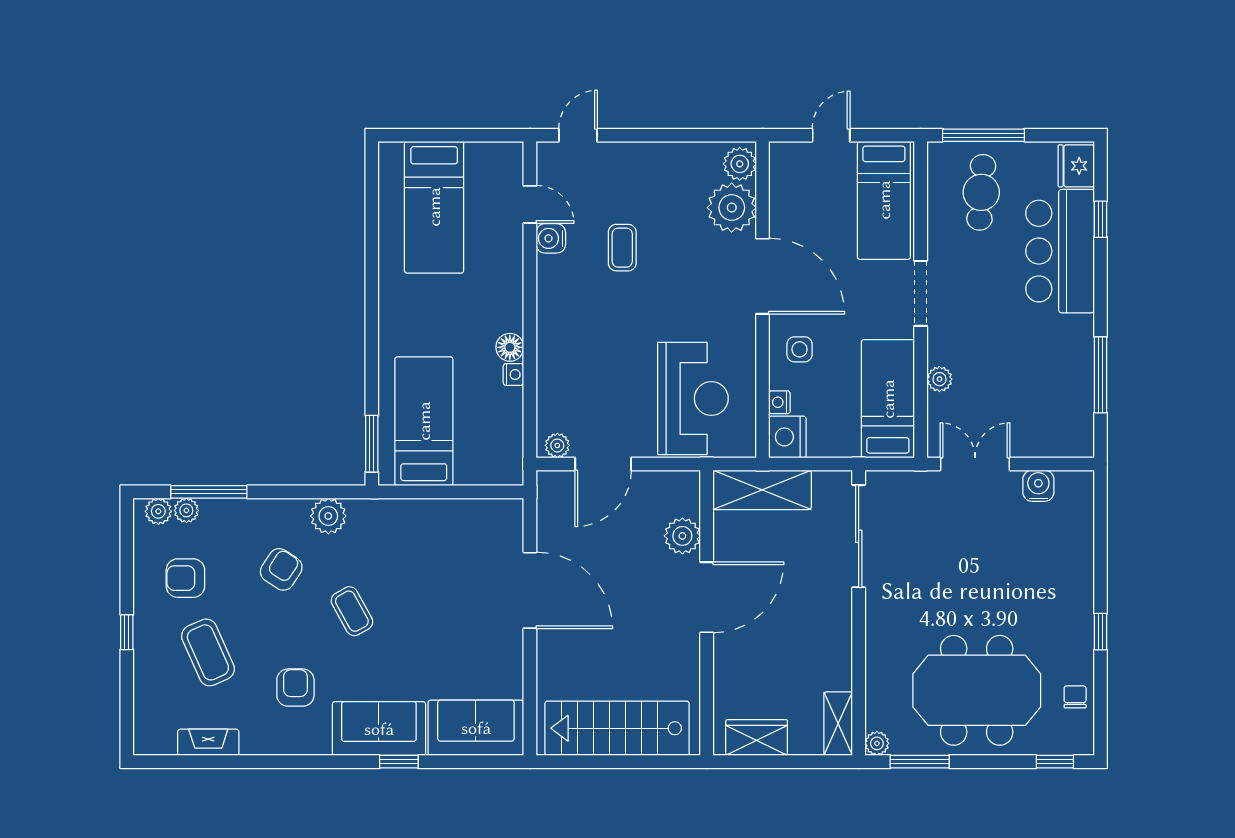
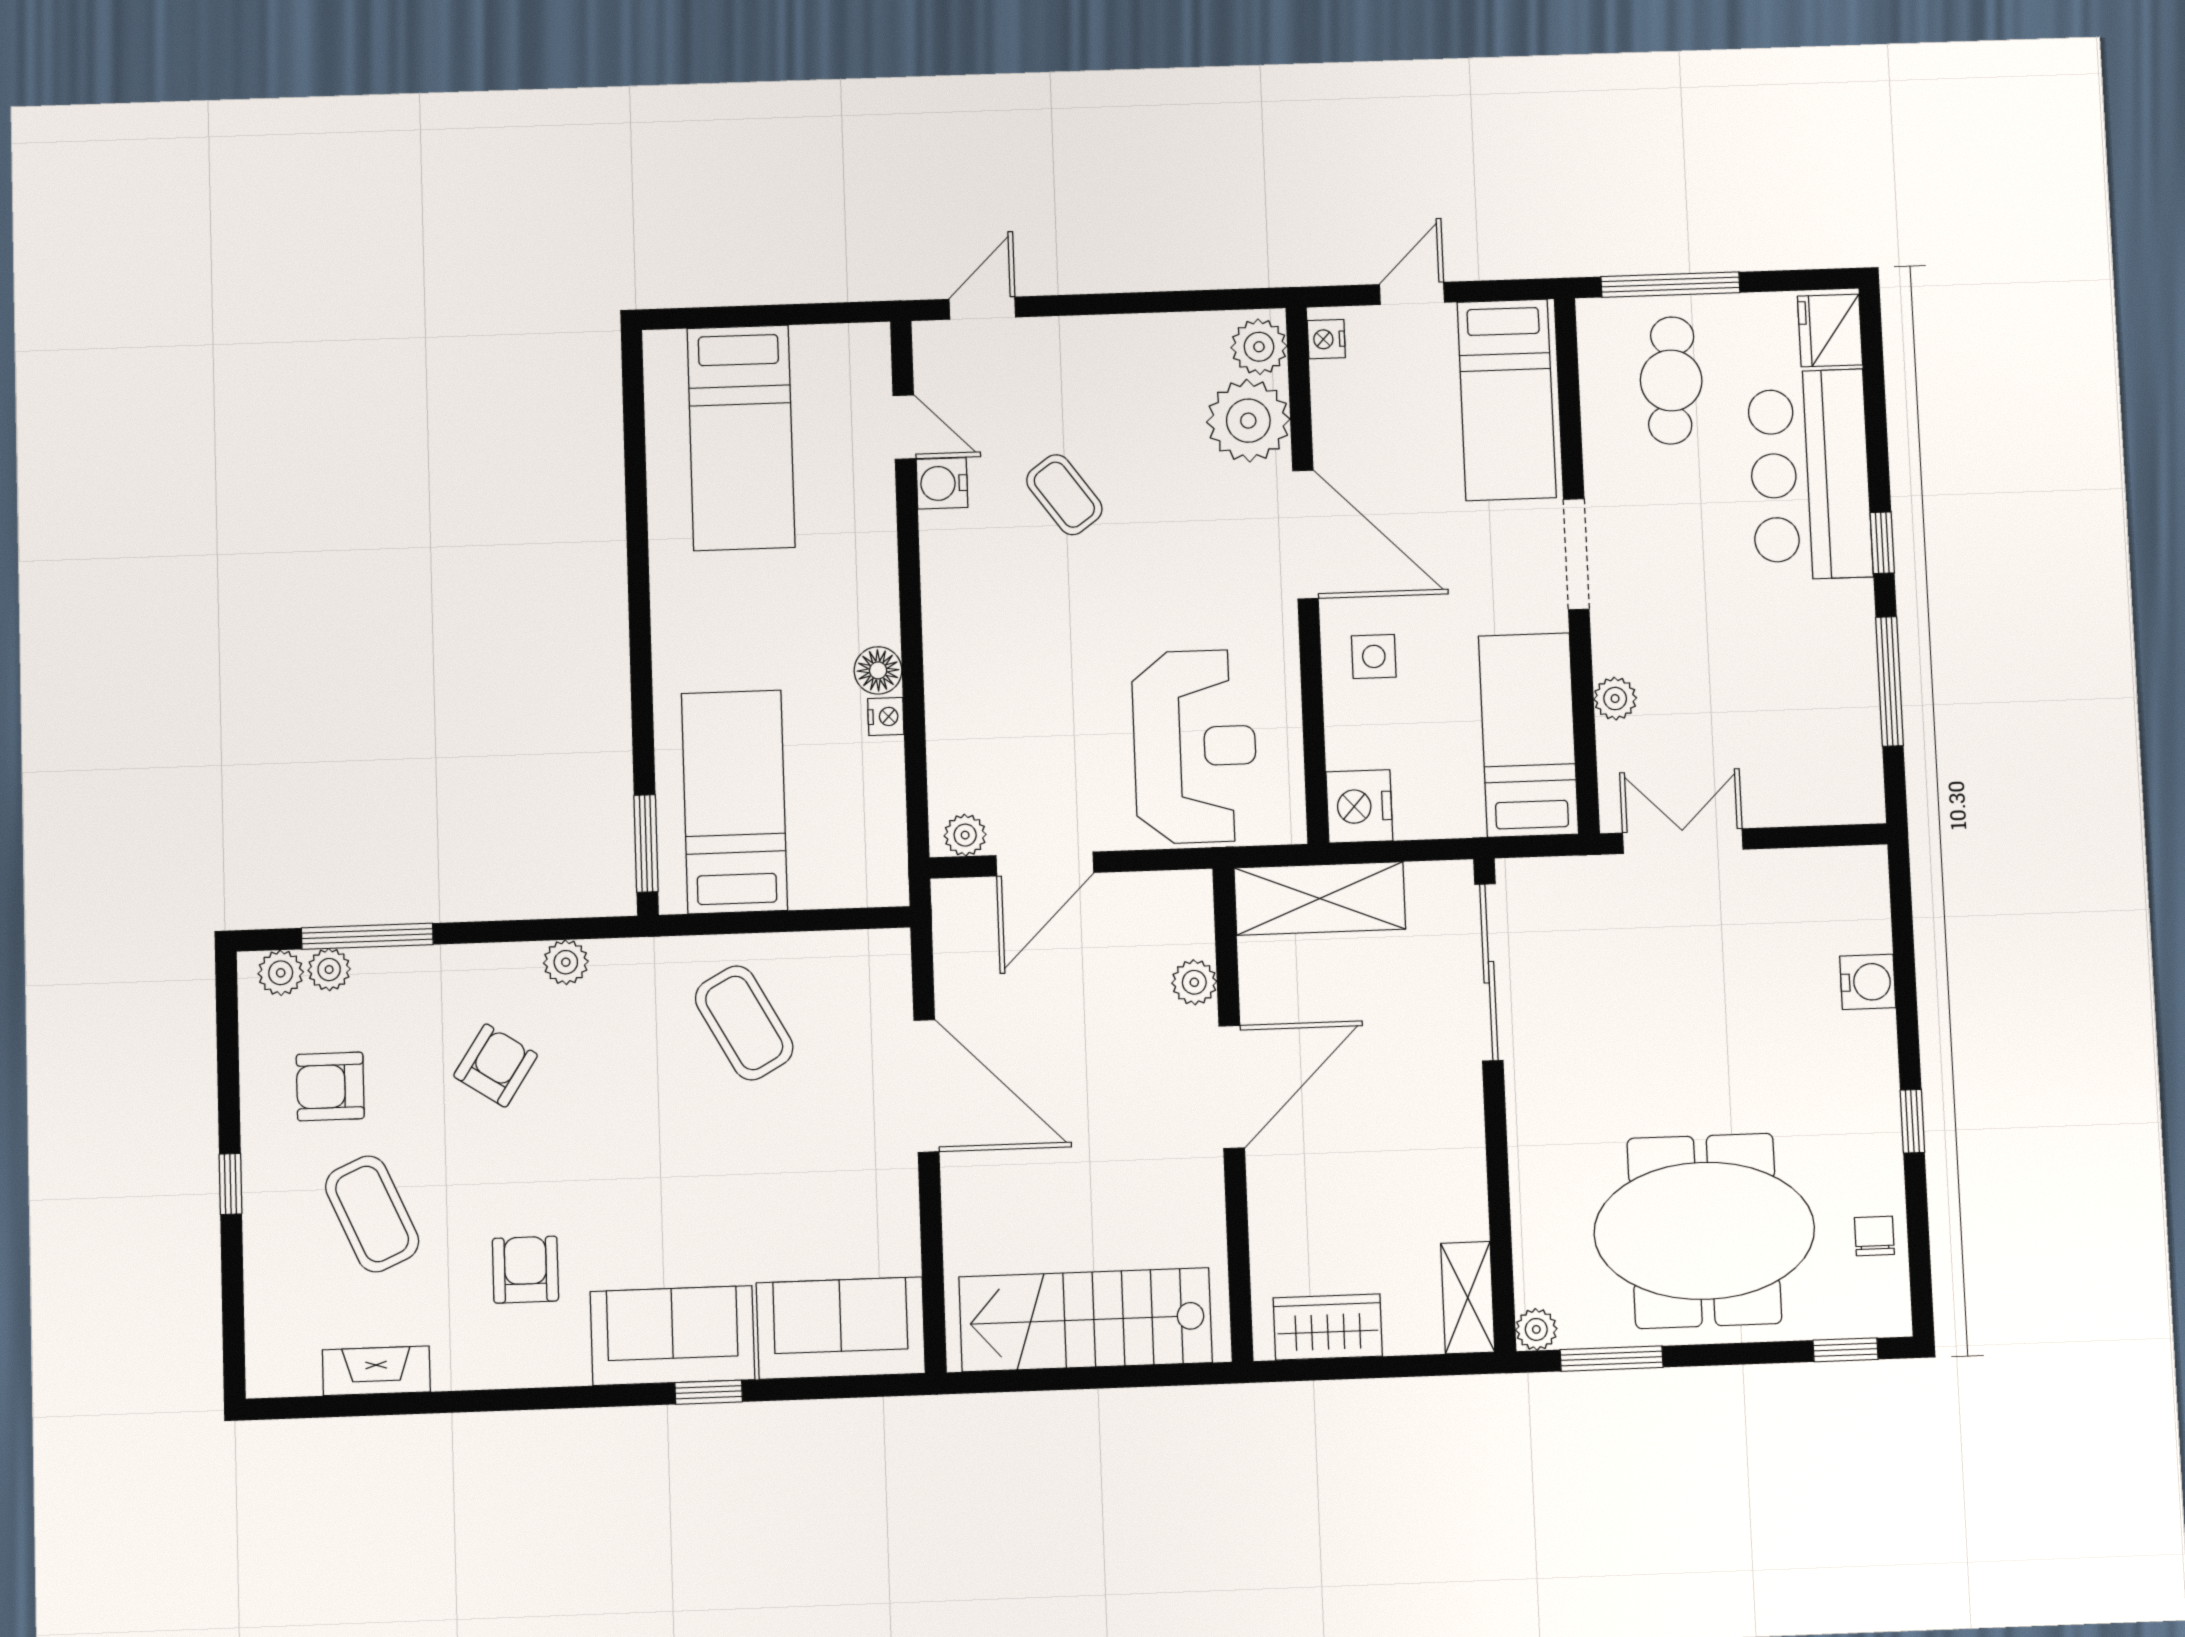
window: (1101, 219) -> (1882, 543), moved
coffee table: (622, 248) -> (1064, 495), turned -36
nightstand: (779, 402) -> (1326, 339), moved
water cooler: (1038, 486) -> (1868, 982), moved, turned 90
plant: (328, 516) -> (566, 962), width x0.73, depth x0.73
plant: (682, 536) -> (1194, 982), width x0.73, depth x0.73
coffee table: (352, 611) -> (744, 1023), moved, width x1.36, depth x1.30

